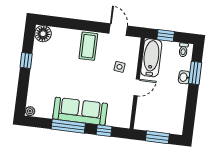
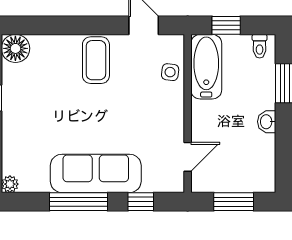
side table: (119, 67) -> (170, 72), moved
washbasin: (184, 77) -> (267, 122), moved
door: (137, 87) -> (188, 157), moved

